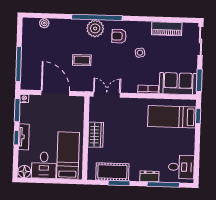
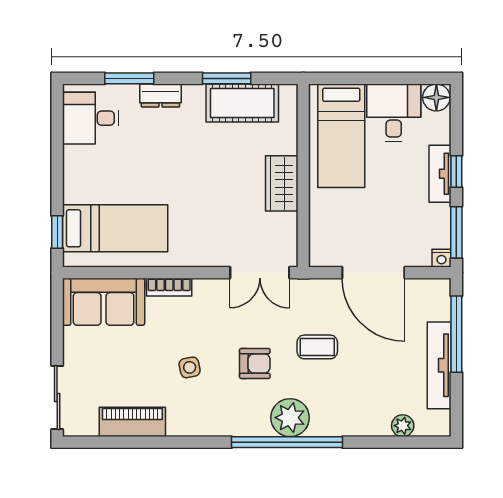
armchair: (119, 36) -> (255, 363), moved
tv unit: (27, 50) -> (439, 365), added
window: (199, 80) -> (57, 311), removed
window: (163, 184) -> (129, 78), width x0.69

